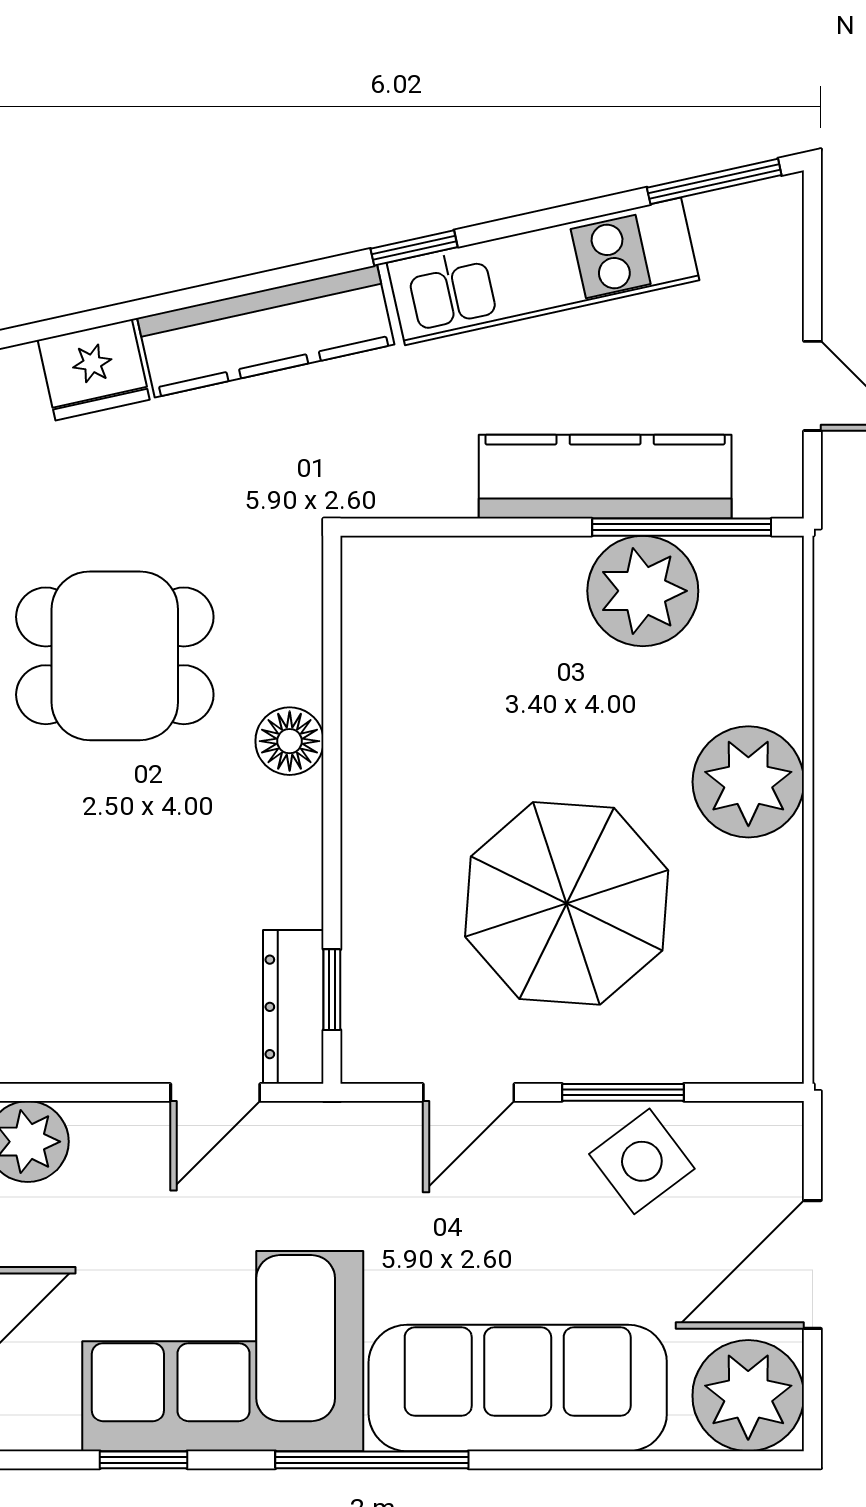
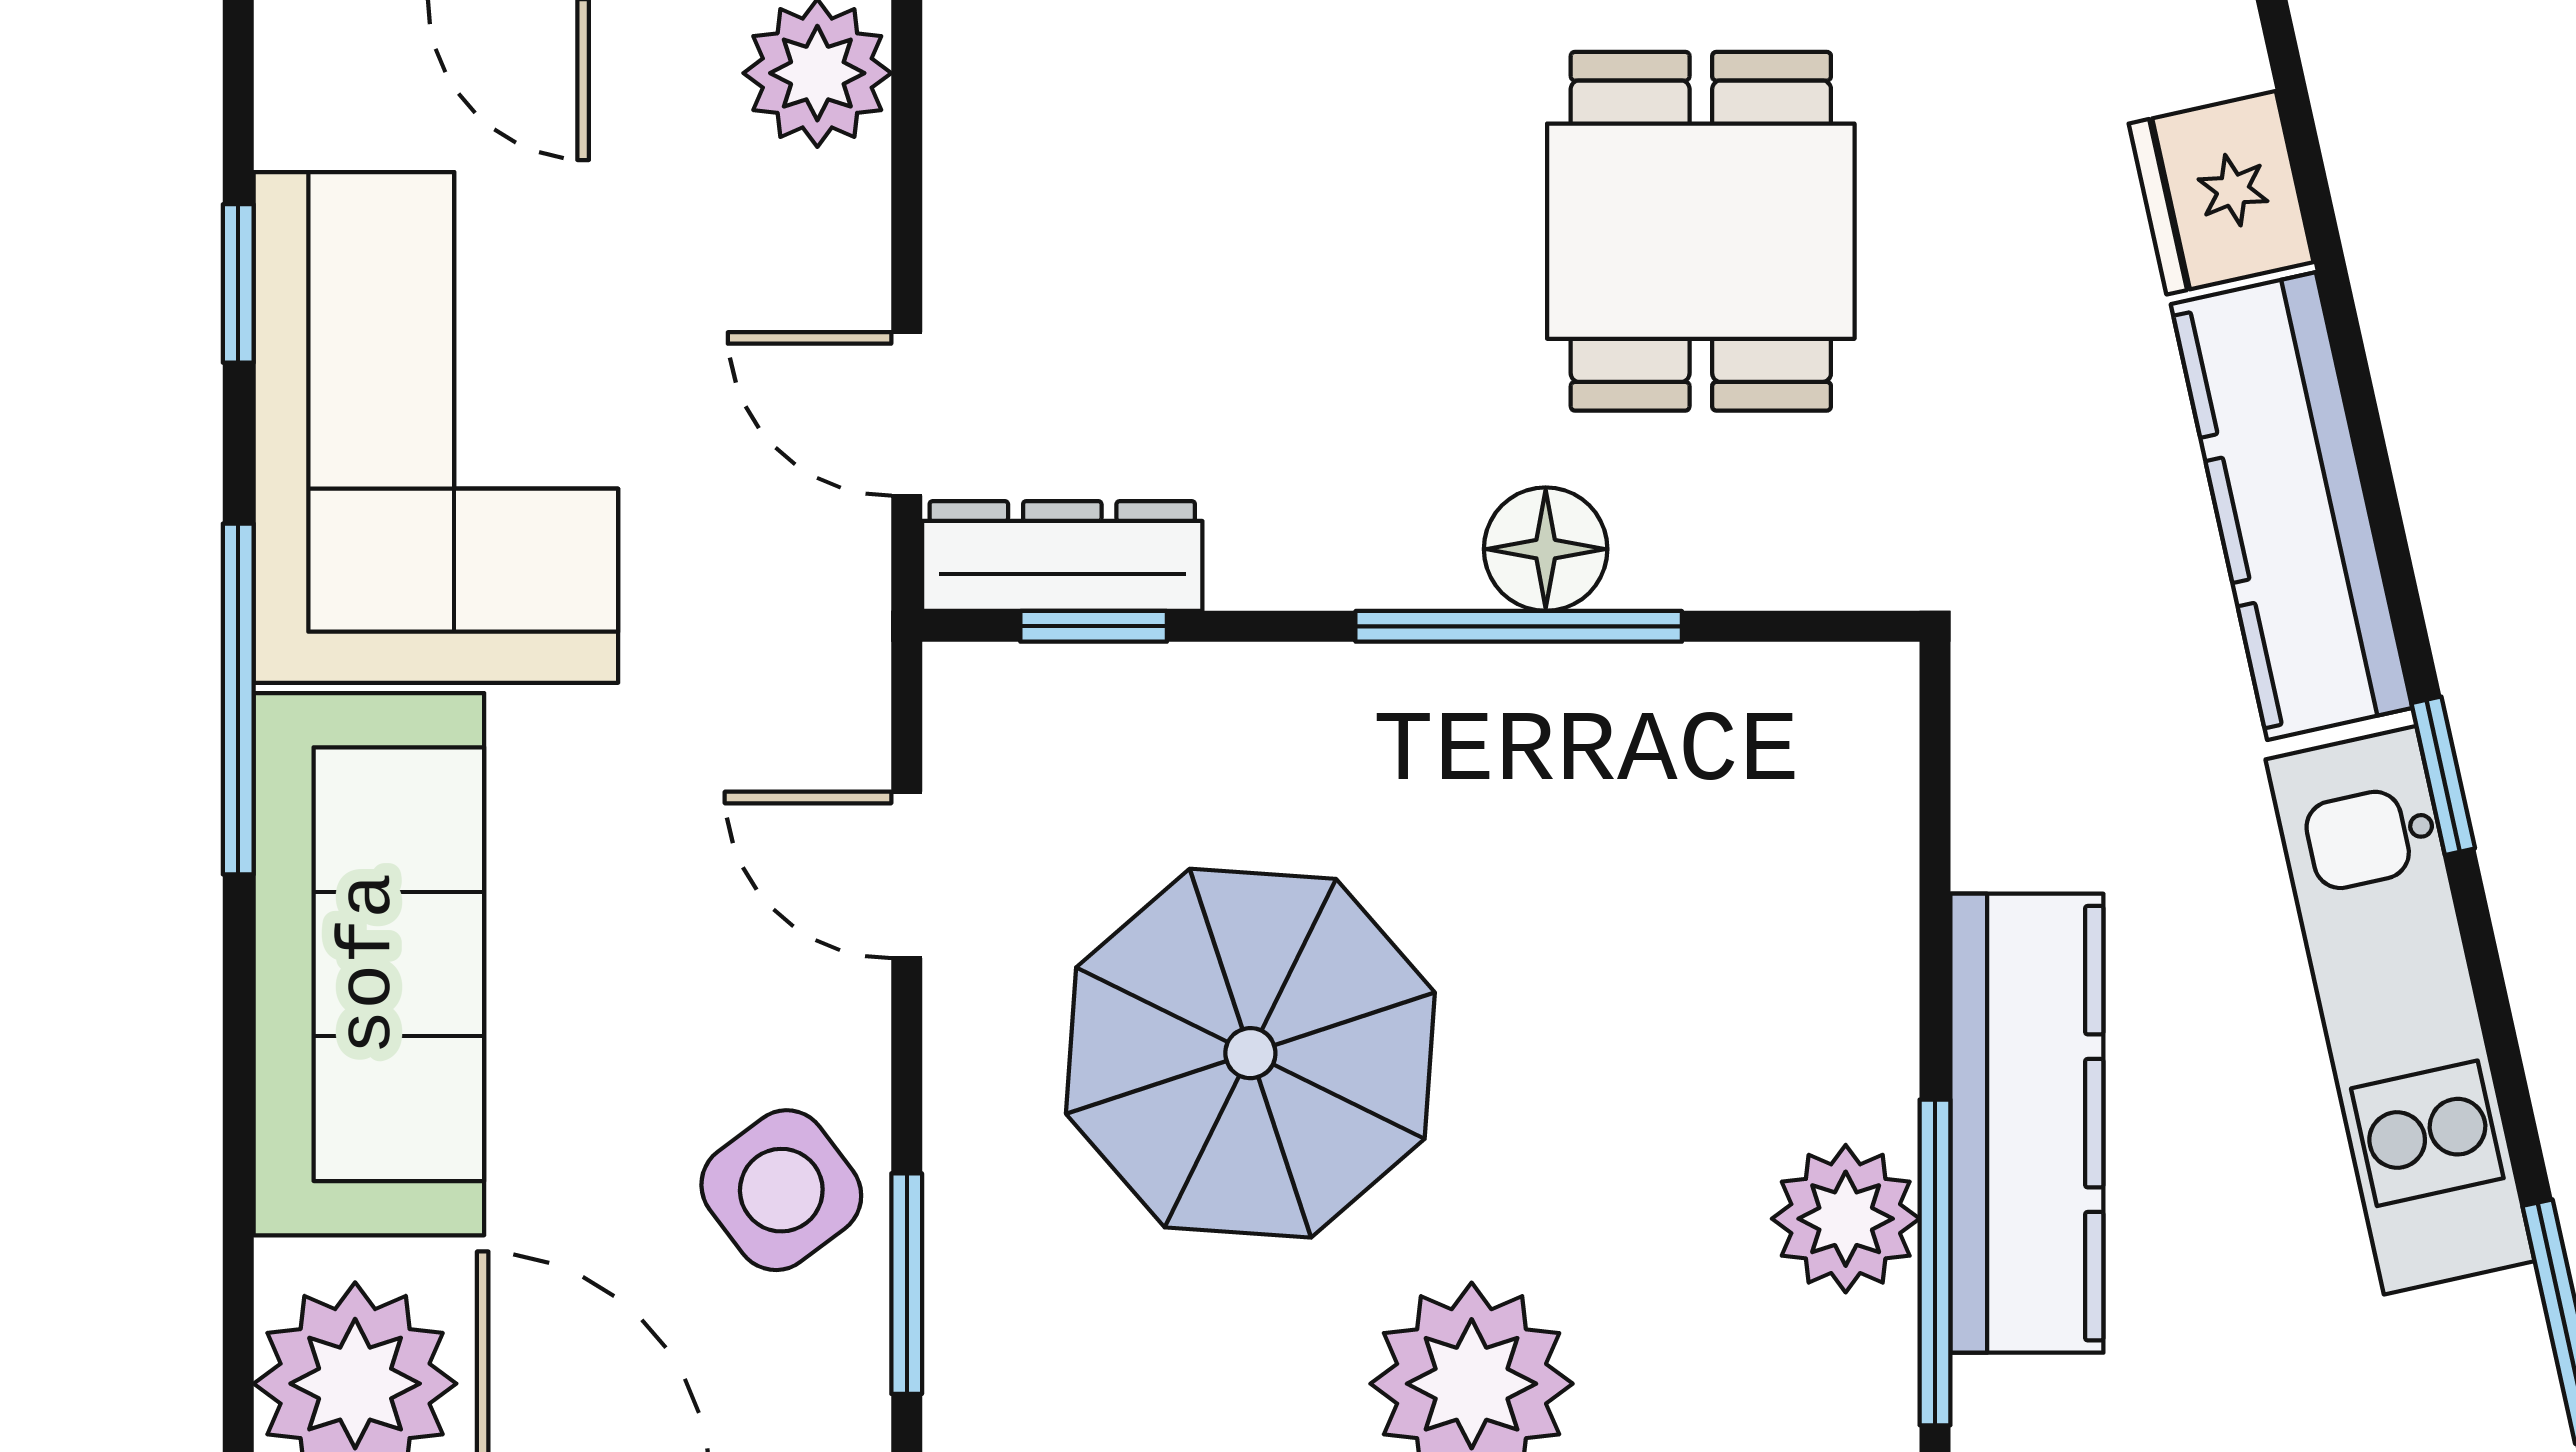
plant: (643, 591) -> (1846, 1219), width x0.73, depth x0.73
window: (332, 756) -> (1519, 626), added
window: (623, 1092) -> (907, 1284), moved

